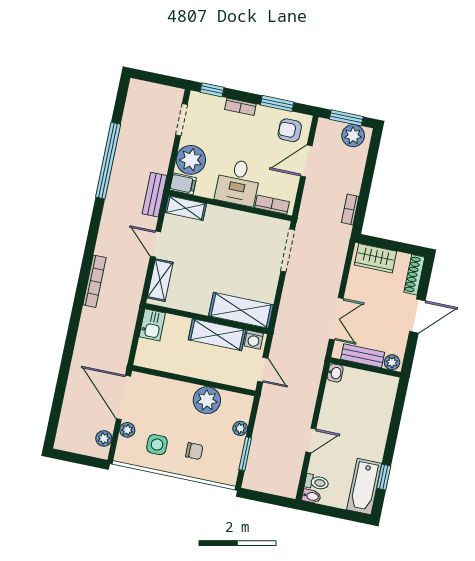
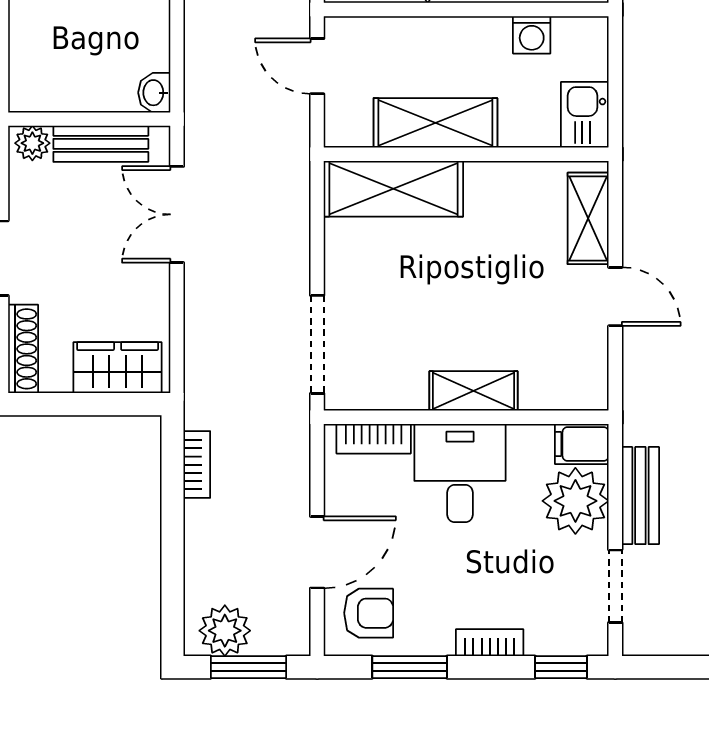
bench: (155, 195) -> (640, 496), moved
shelving: (186, 208) -> (473, 391), moved
washing machine: (254, 340) -> (532, 35), moved, turned 180

